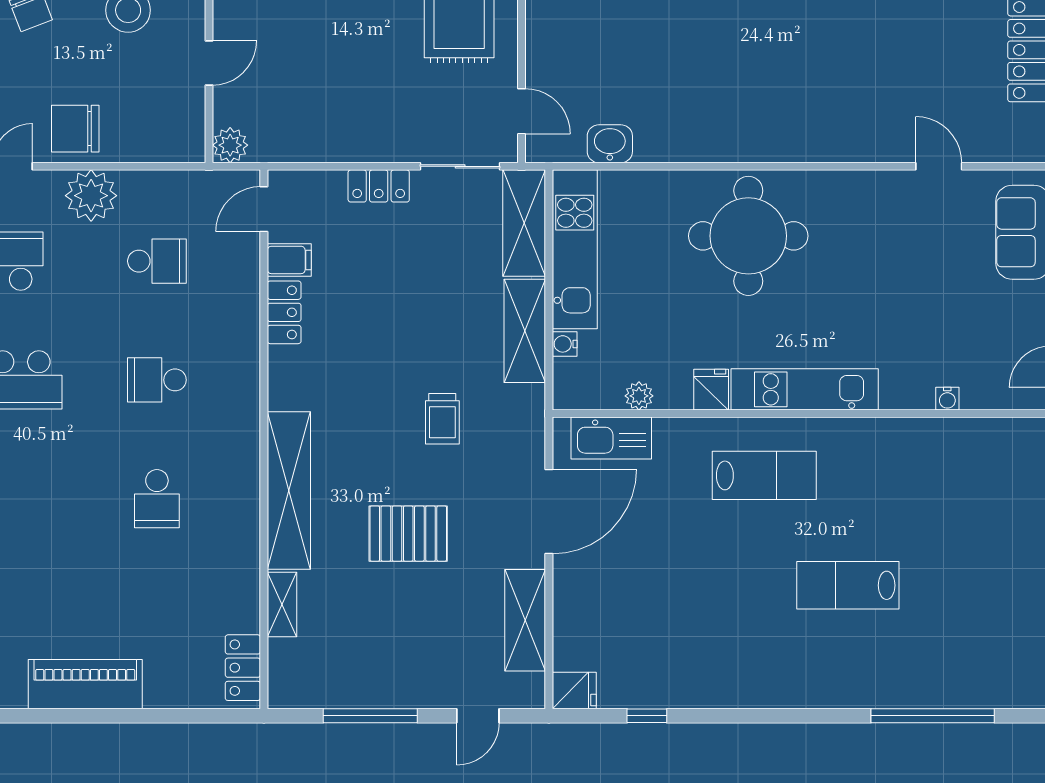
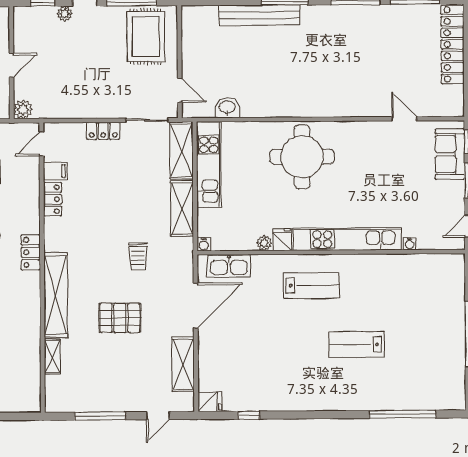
water cooler: (565, 344) -> (204, 244), moved, turned -90
kitchen unit: (805, 389) -> (347, 239), width x1.36
plant: (639, 396) -> (264, 243), moved
locker: (243, 668) -> (31, 252), moved

